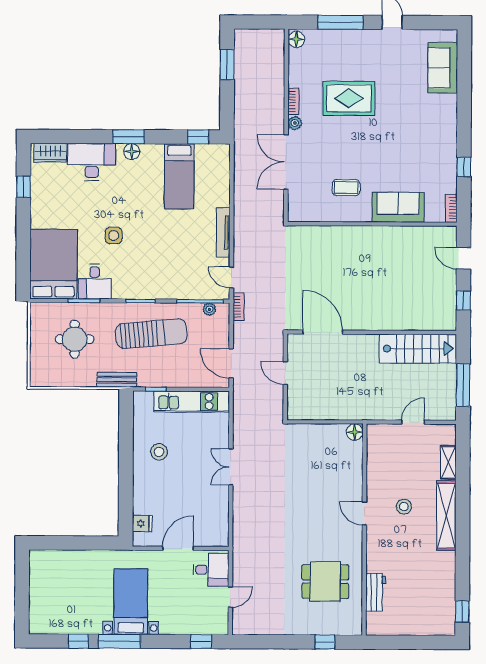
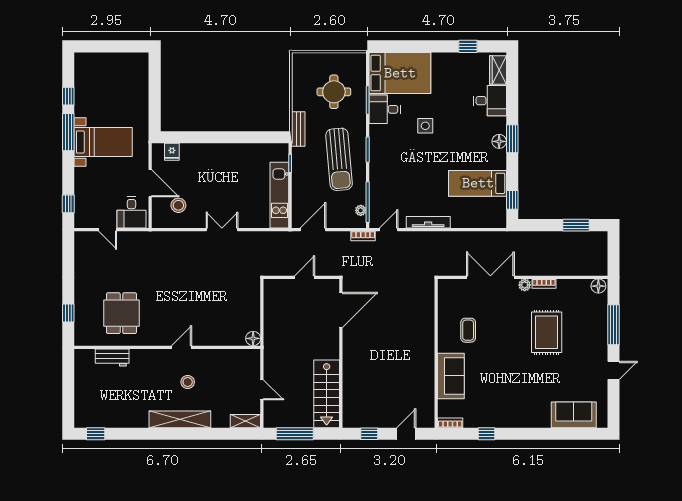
desk: (92, 162) -> (490, 101), width x0.73
stool: (159, 452) -> (178, 205), moved
shelving: (448, 462) -> (245, 421), moved

